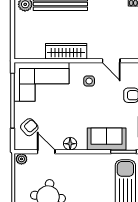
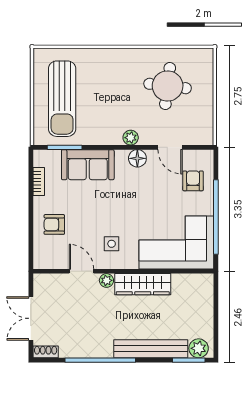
plant: (93, 54) -> (106, 280), added
armchair: (29, 127) -> (193, 181), turned 132
plant: (21, 159) -> (131, 138), moved

